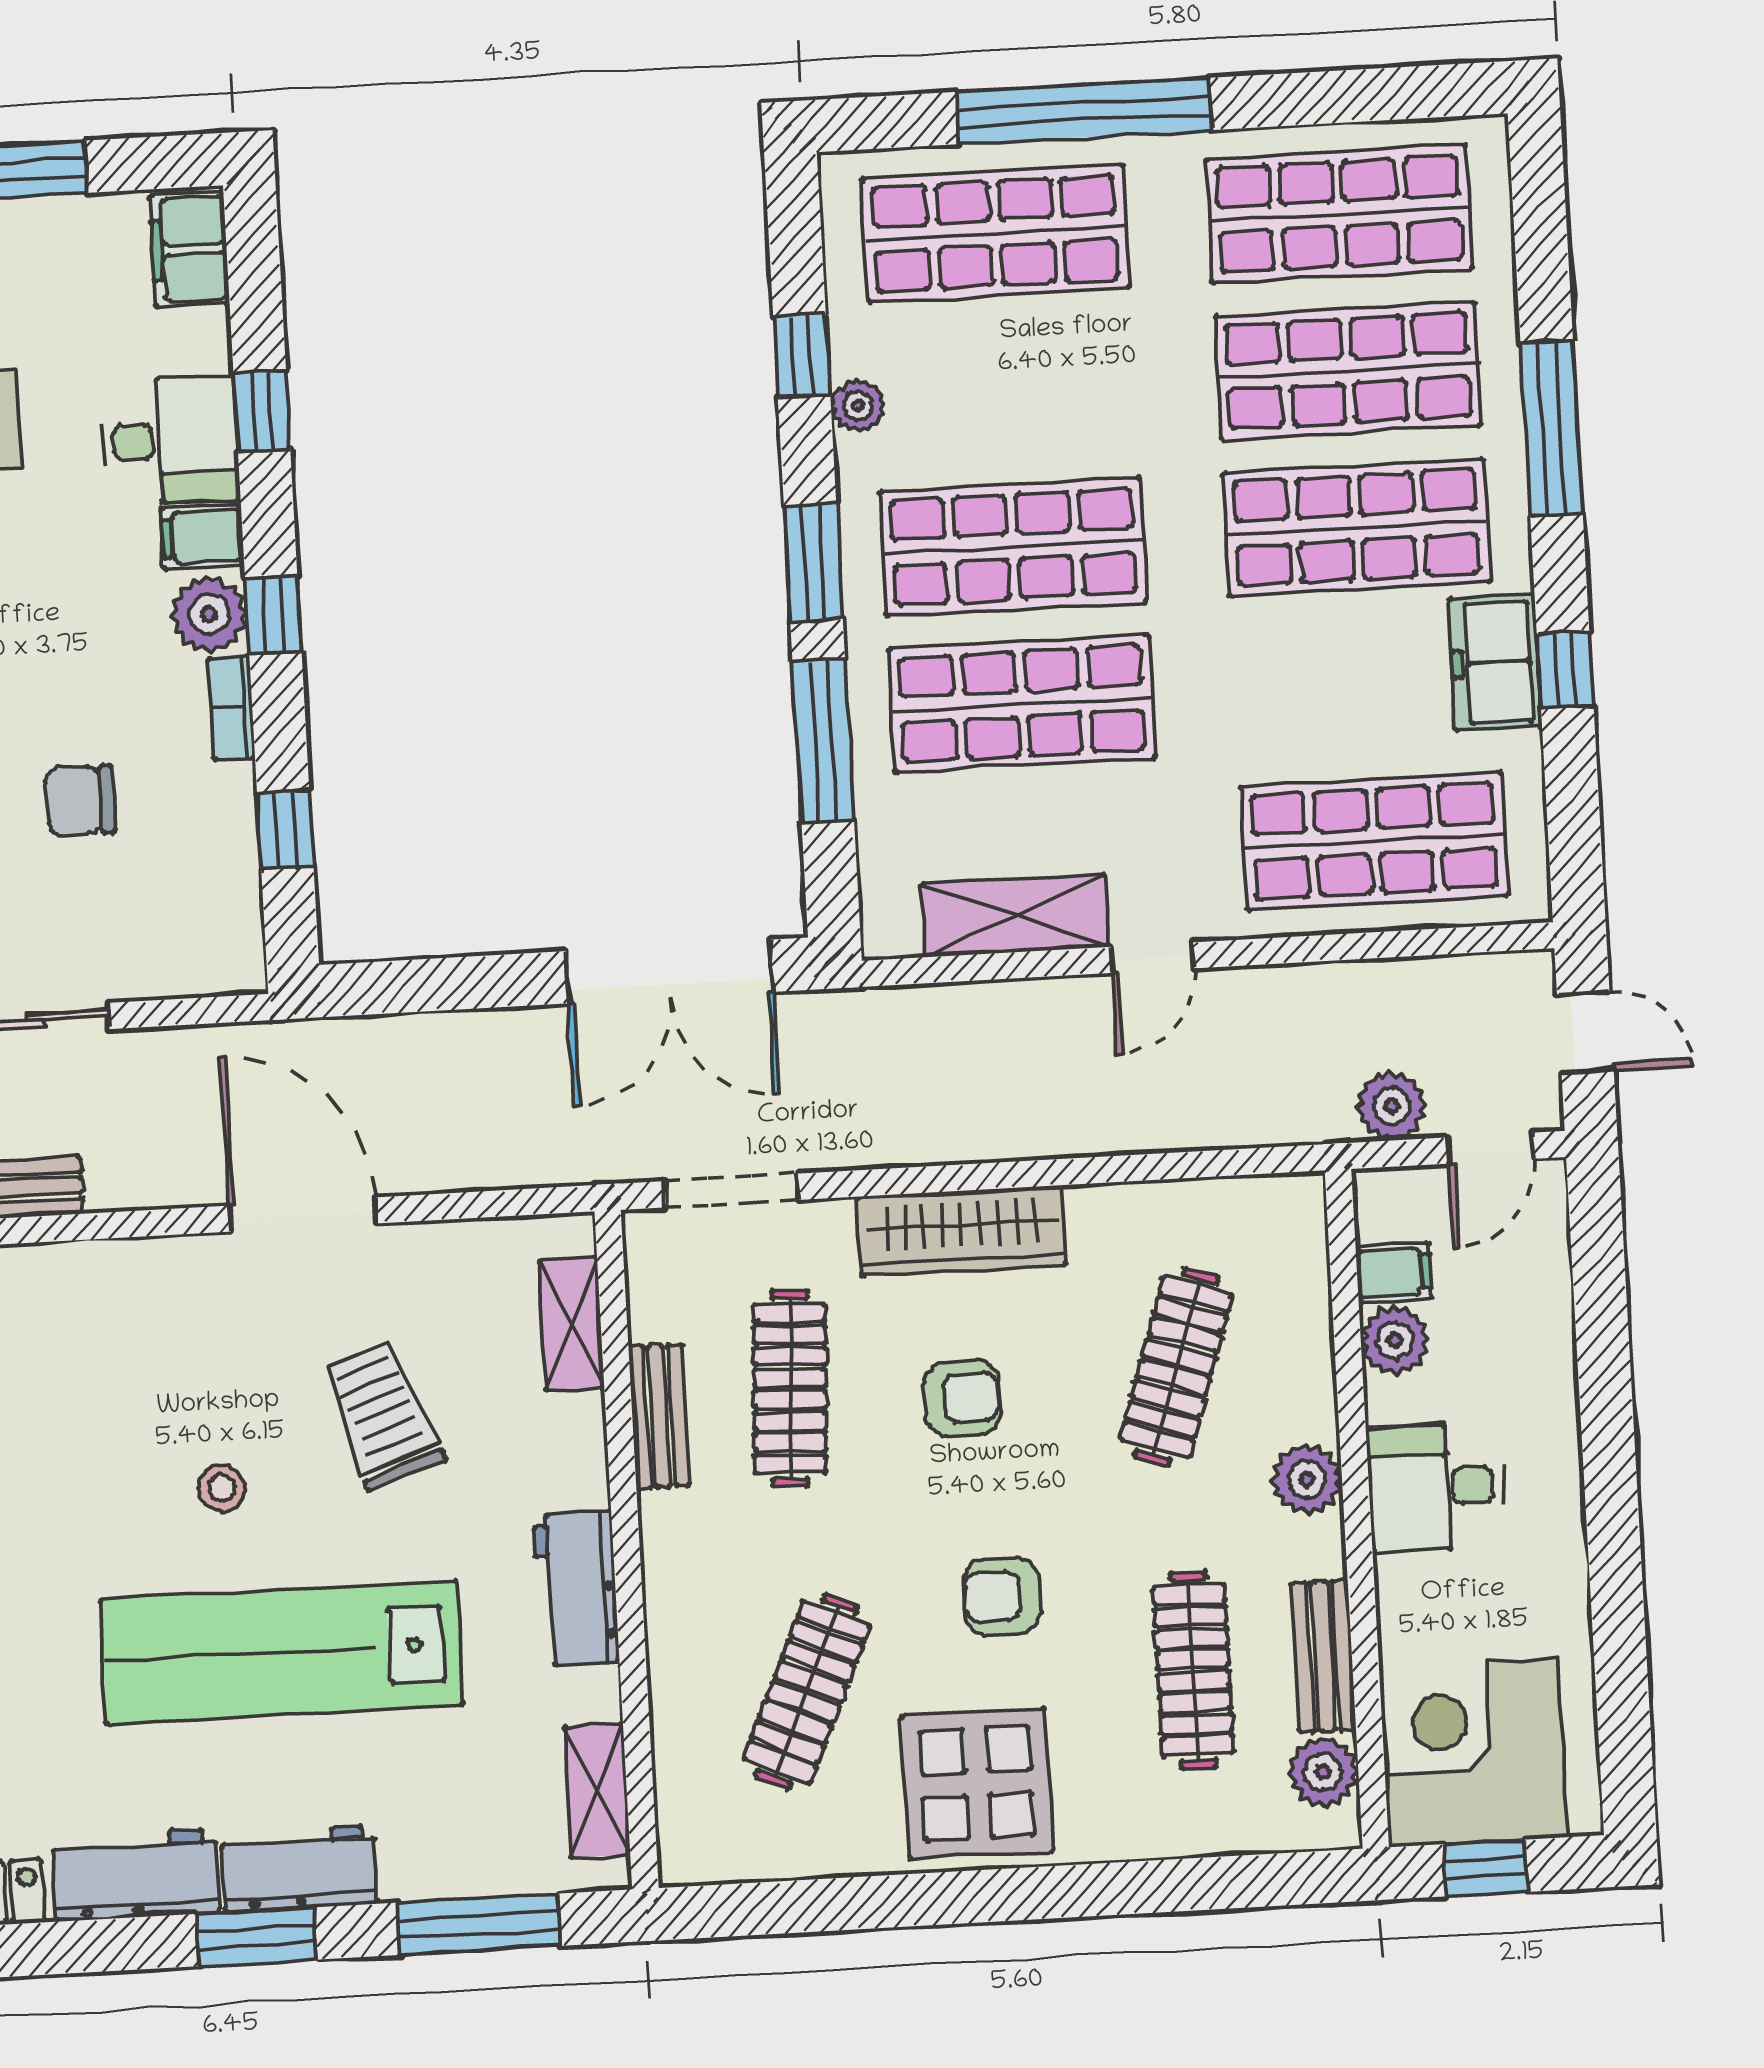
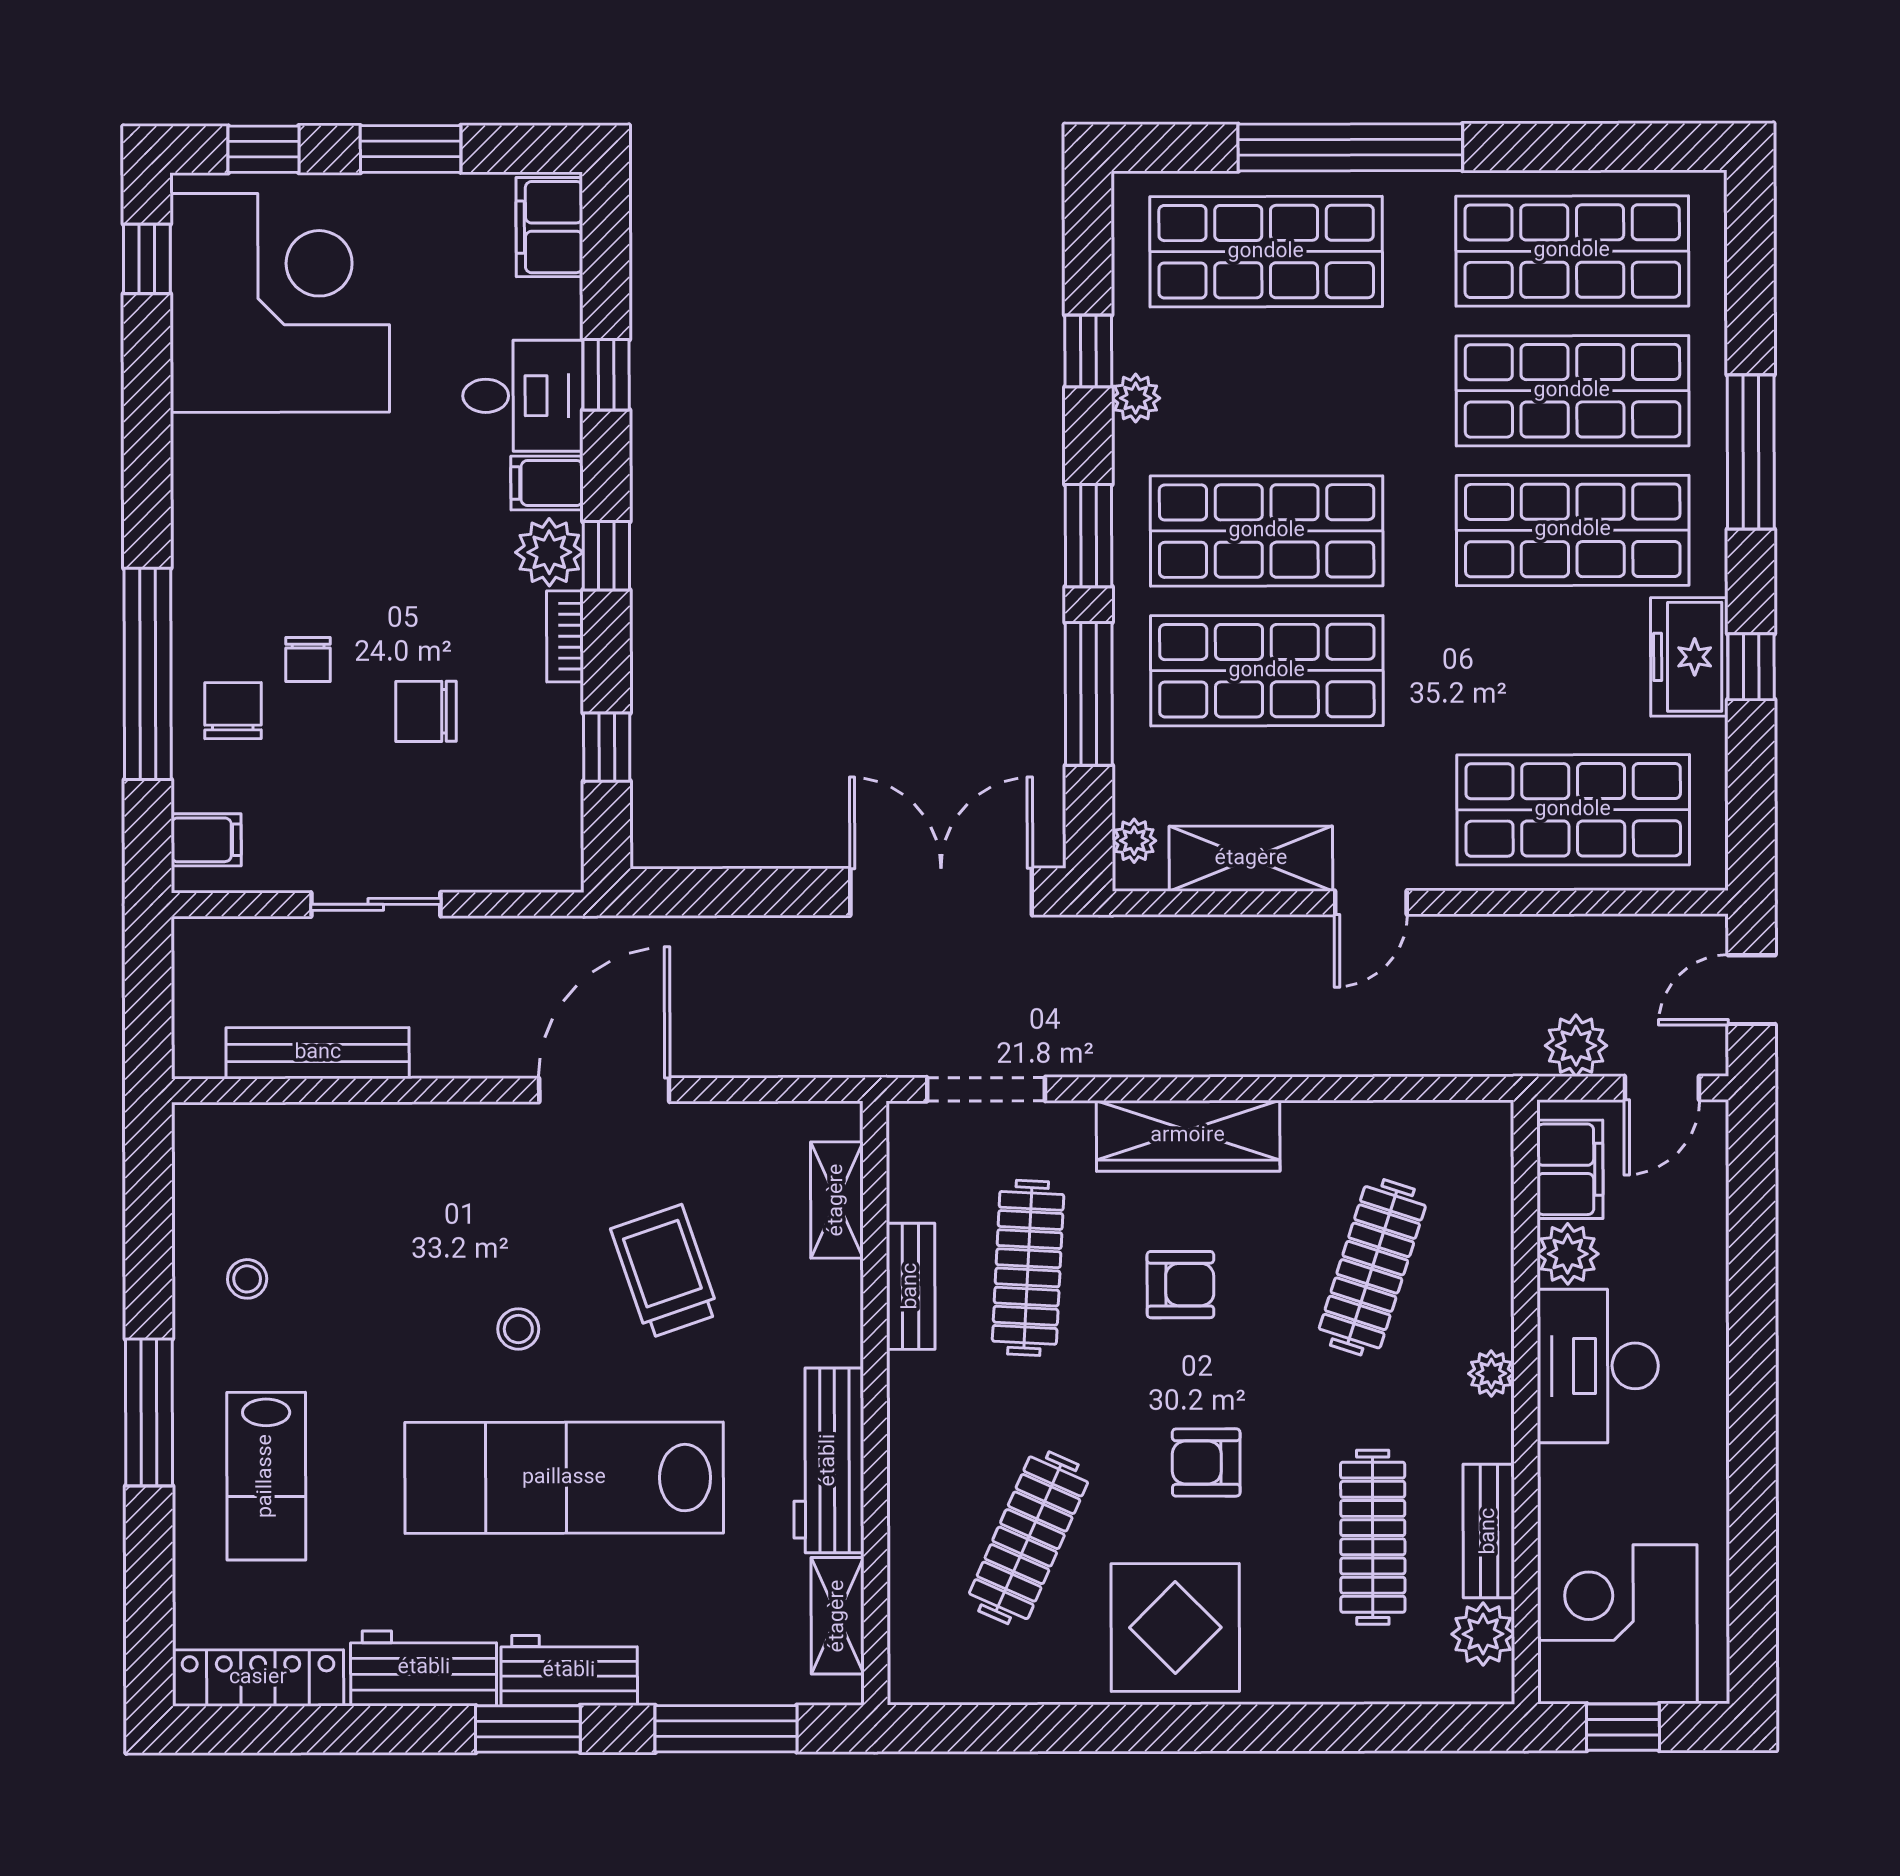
plant: (883, 902) -> (1134, 841), added
double door: (669, 972) -> (941, 892), swing flipped
door: (1585, 1032) -> (1752, 990), swing flipped
door: (303, 1214) -> (604, 1090), hinge flipped
filing cabinet: (1394, 1273) -> (1570, 1169), width x2.00
plant: (1307, 1480) -> (1491, 1373), width x0.73, depth x0.73
desk: (1437, 1487) -> (1598, 1366), width x1.37
workbench: (576, 1588) -> (829, 1460), width x1.38

